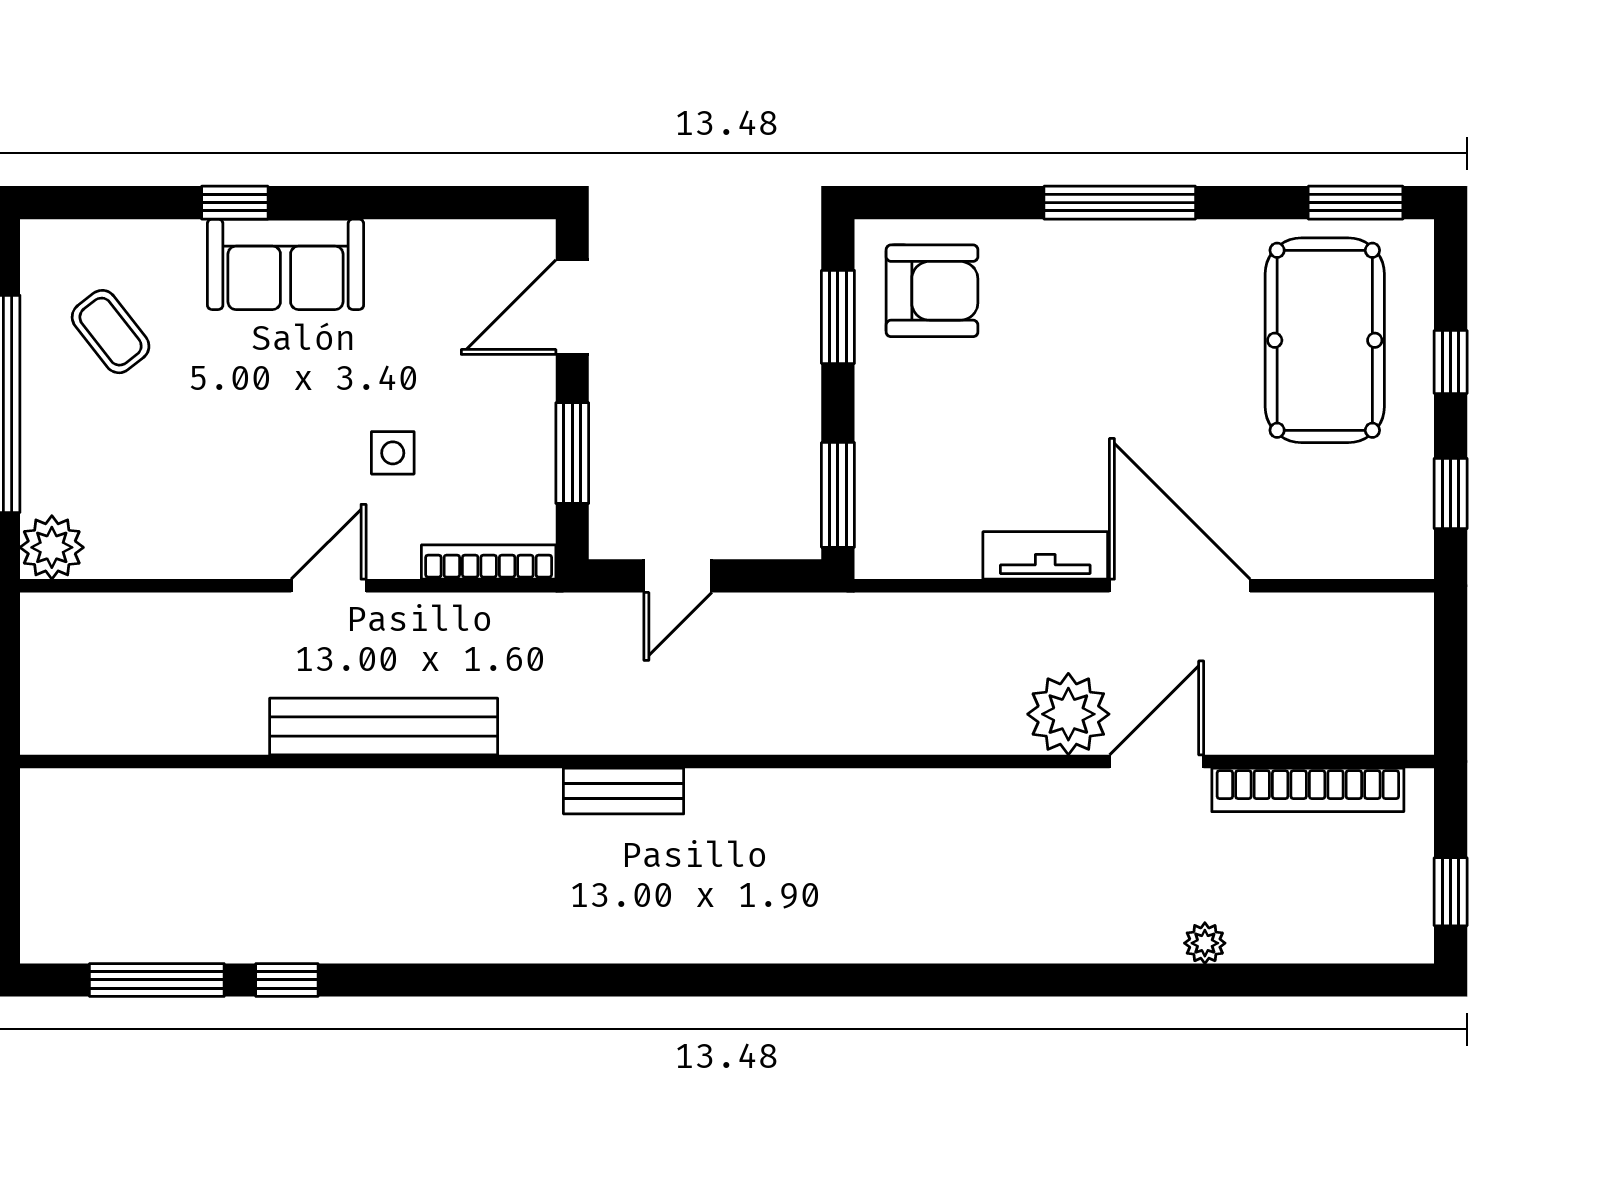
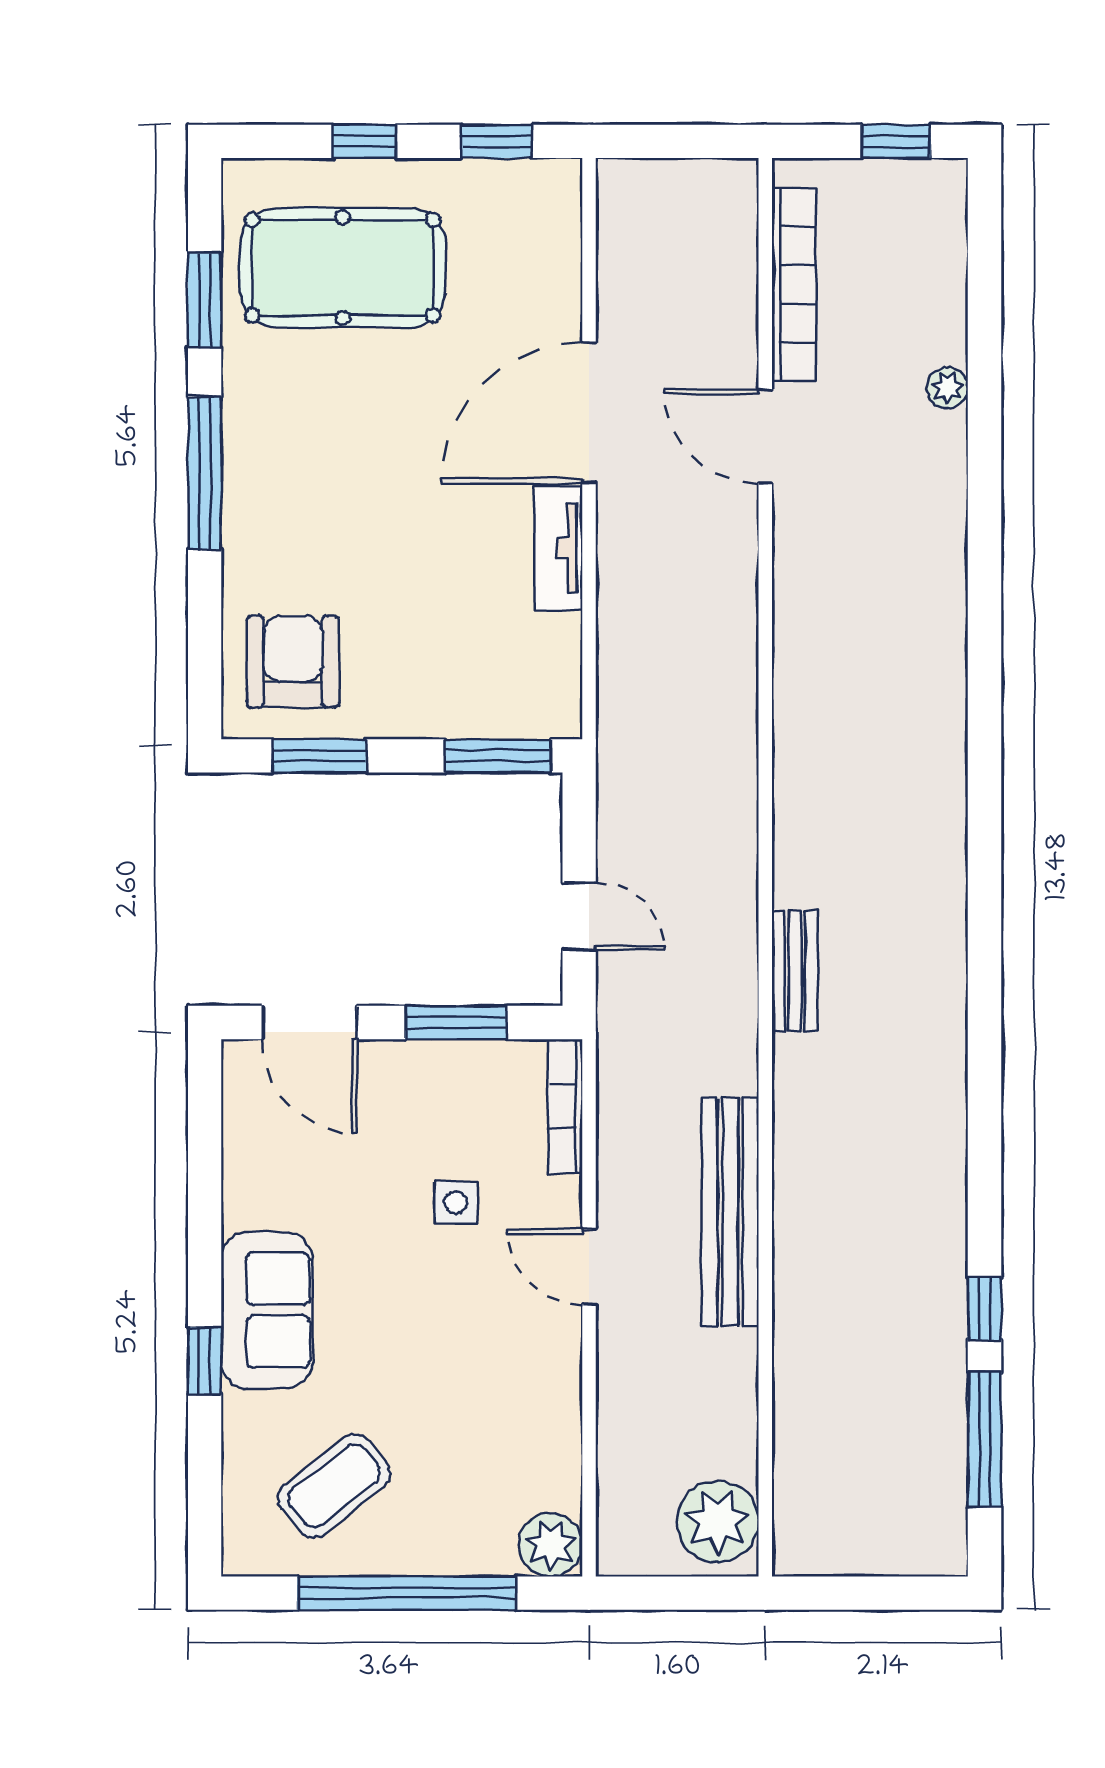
window: (1356, 203) -> (205, 300), moved
coffee table: (111, 332) -> (334, 1486), width x1.36, depth x1.30
plant: (1068, 714) -> (718, 1522), moved

